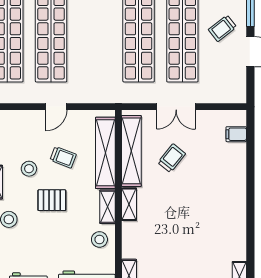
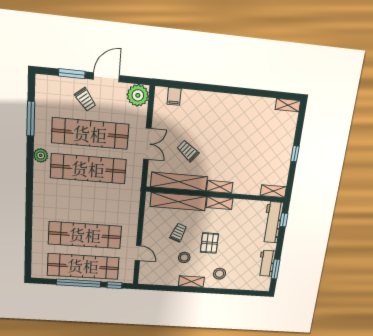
plant: (233, 90) -> (138, 95), added
door: (56, 107) -> (138, 253), moved
stool: (99, 239) -> (243, 211), removed

